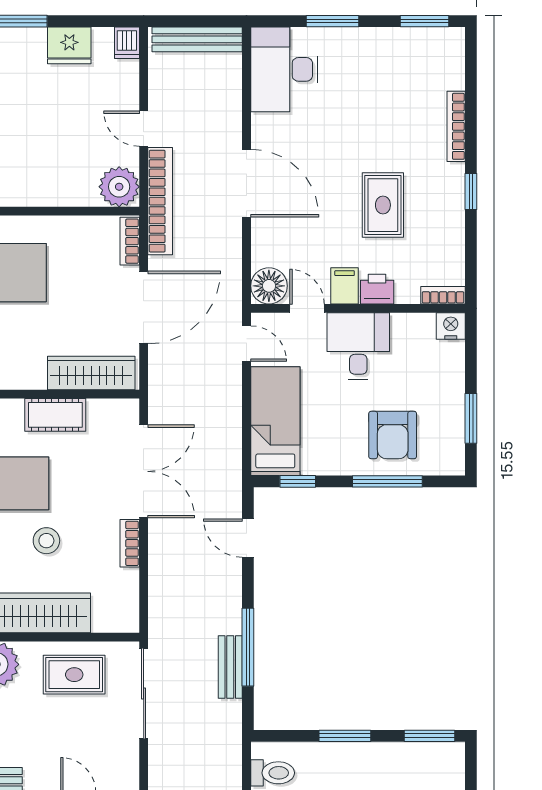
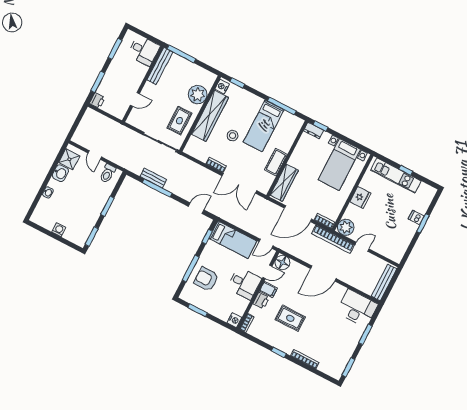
dishwasher: (127, 43) -> (416, 217), moved
fridge: (69, 45) -> (360, 197), moved, turned 180
door: (144, 307) -> (298, 214), hinge flipped

